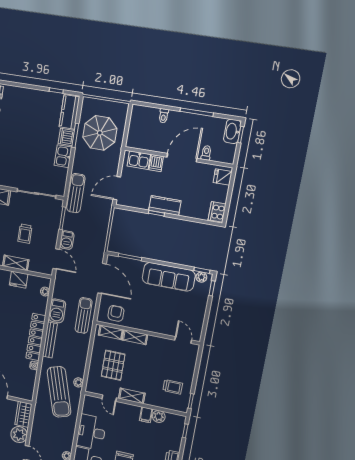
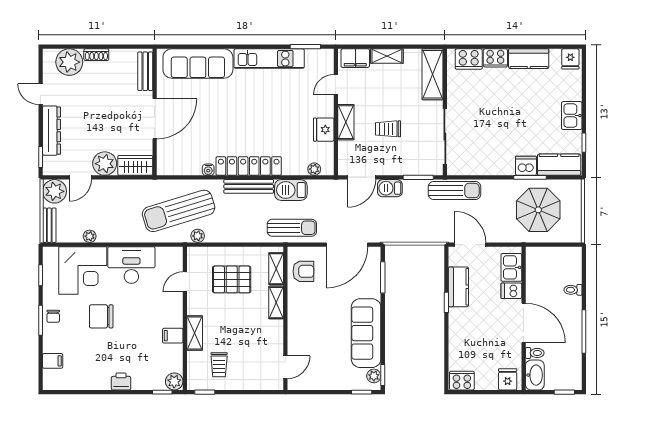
washbasin: (232, 131) -> (535, 375), moved, turned 90
kitchen sink: (63, 156) -> (572, 116), moved, turned -90
kitchen counter: (165, 206) -> (458, 287), moved
shelving: (132, 396) -> (195, 333), moved
plant: (159, 416) -> (174, 381), moved

